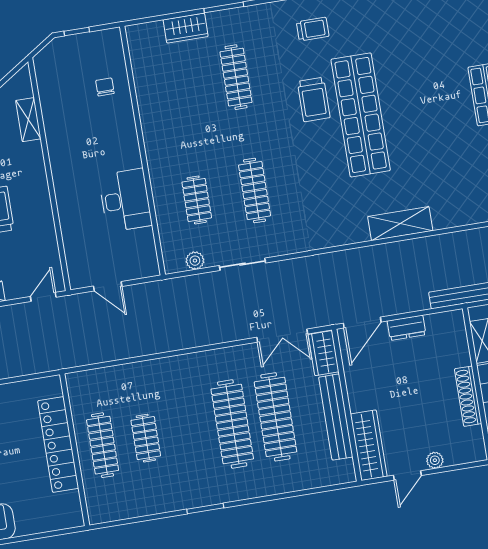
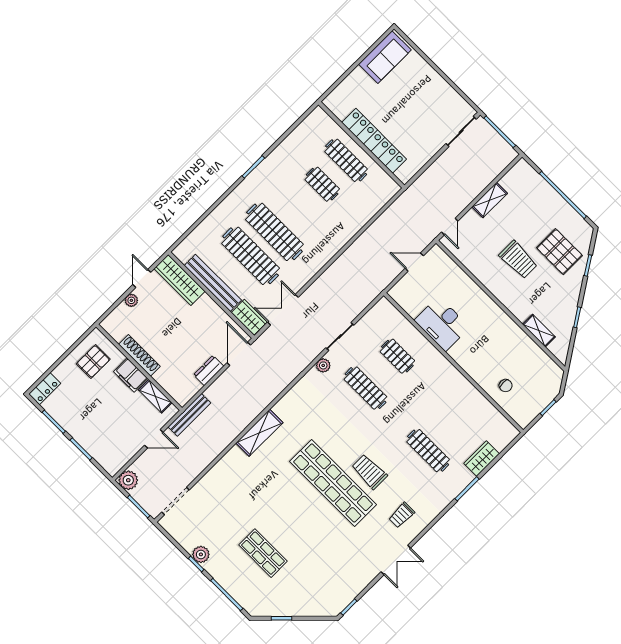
plant: (195, 261) -> (323, 365), moved

